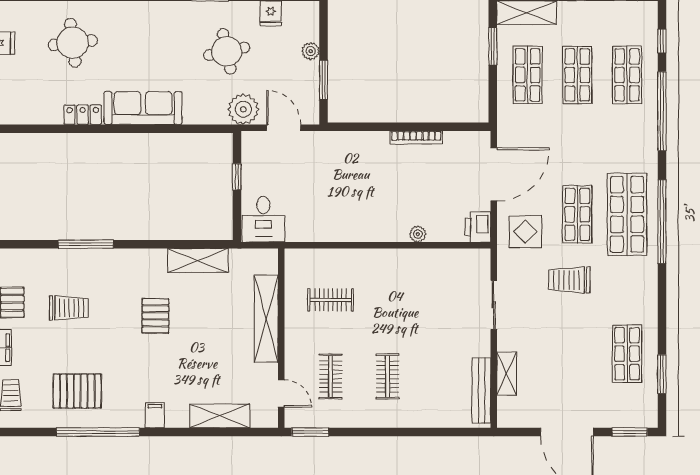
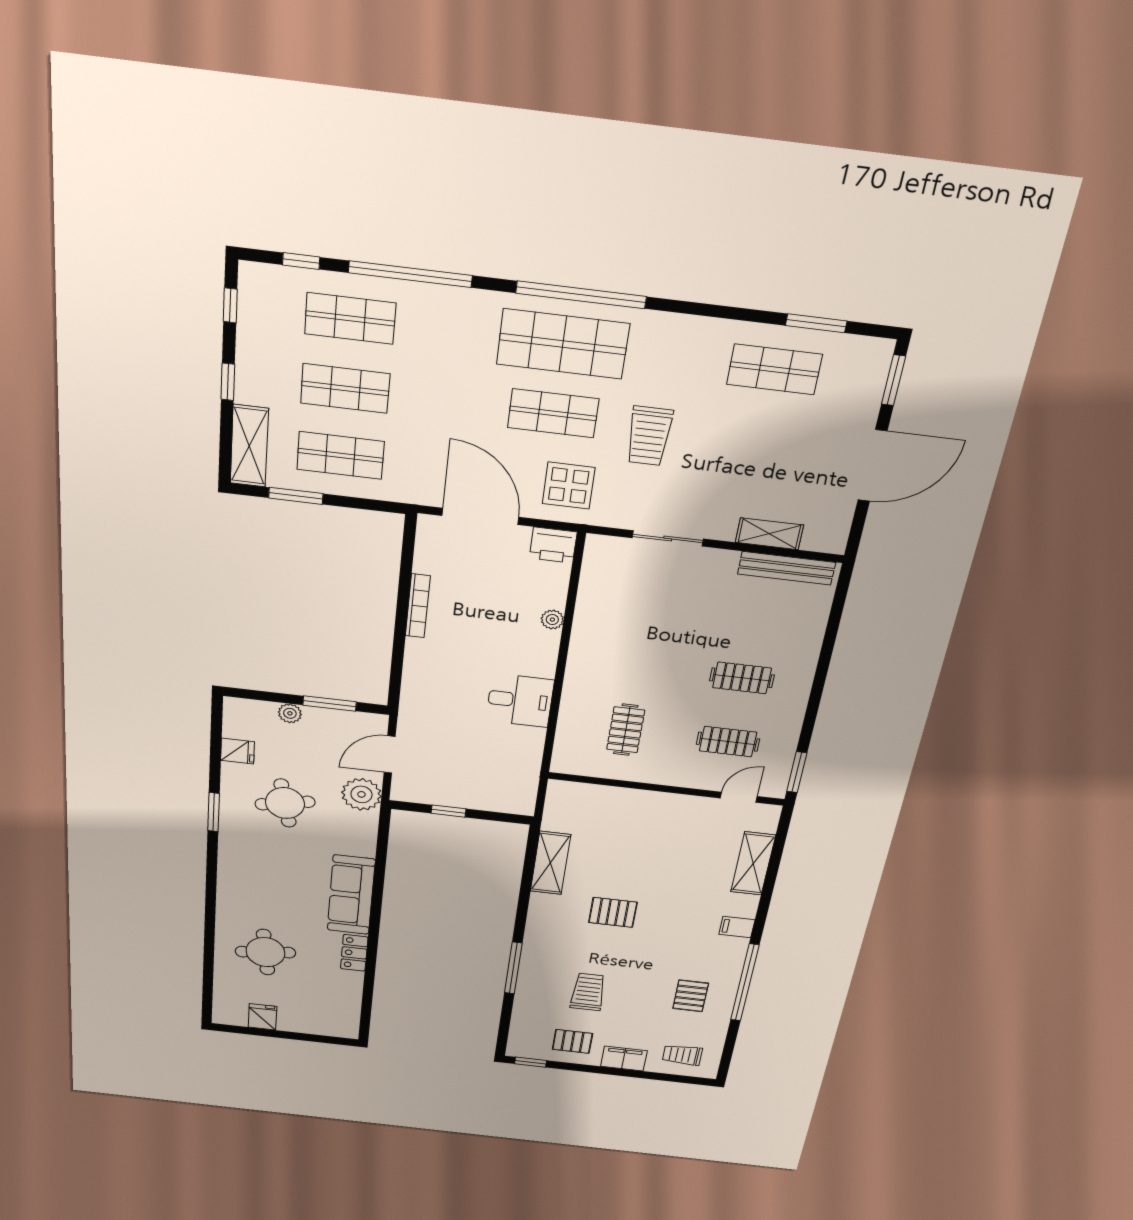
desk: (263, 219) -> (520, 700), moved
shelving: (266, 319) -> (638, 802), removed
pallet: (77, 391) -> (691, 996), width x0.67, depth x0.71

